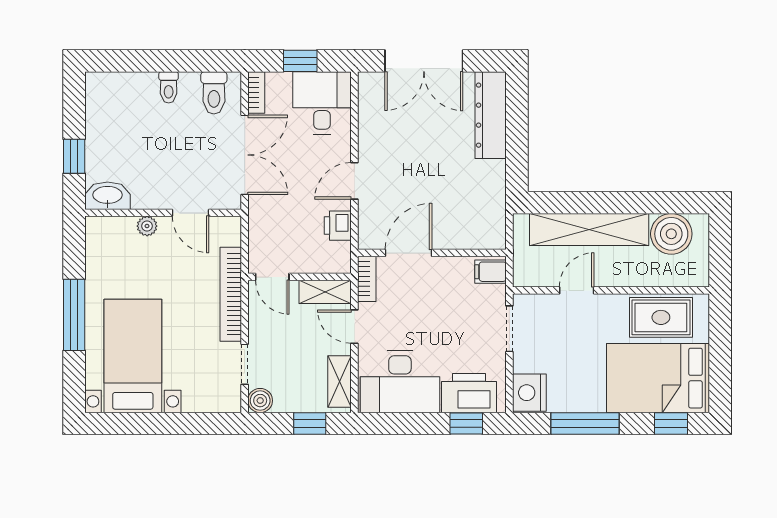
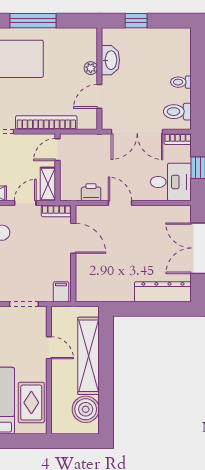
washbasin: (108, 196) -> (110, 60), moved

